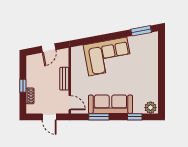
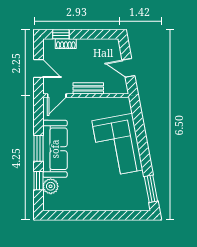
window: (23, 86) -> (61, 34), moved
plant: (151, 108) -> (51, 186), moved
door: (49, 117) -> (38, 68), swing flipped
window: (99, 117) -> (38, 148), moved

